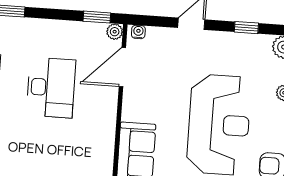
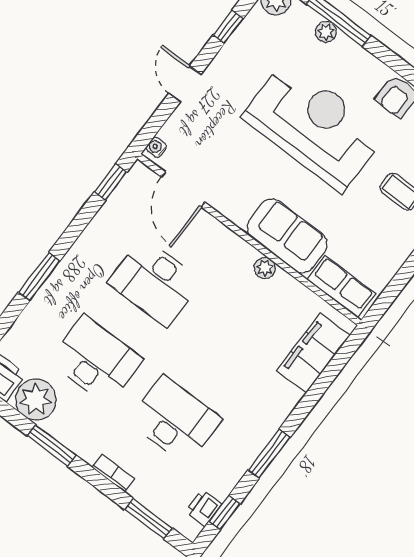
plant: (115, 32) -> (265, 268), moved
desk: (51, 88) -> (155, 282), turned 180

